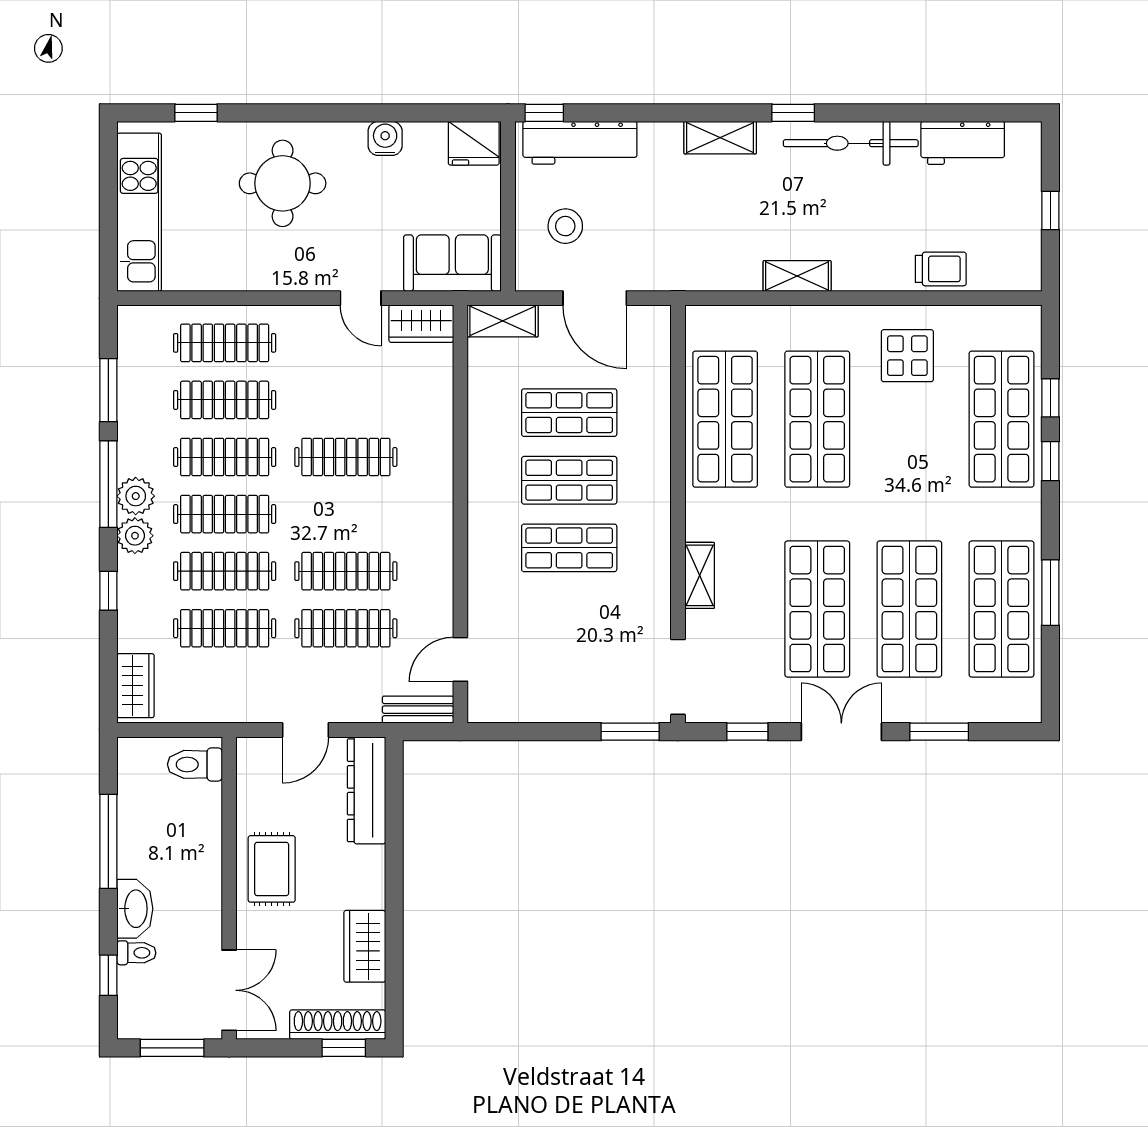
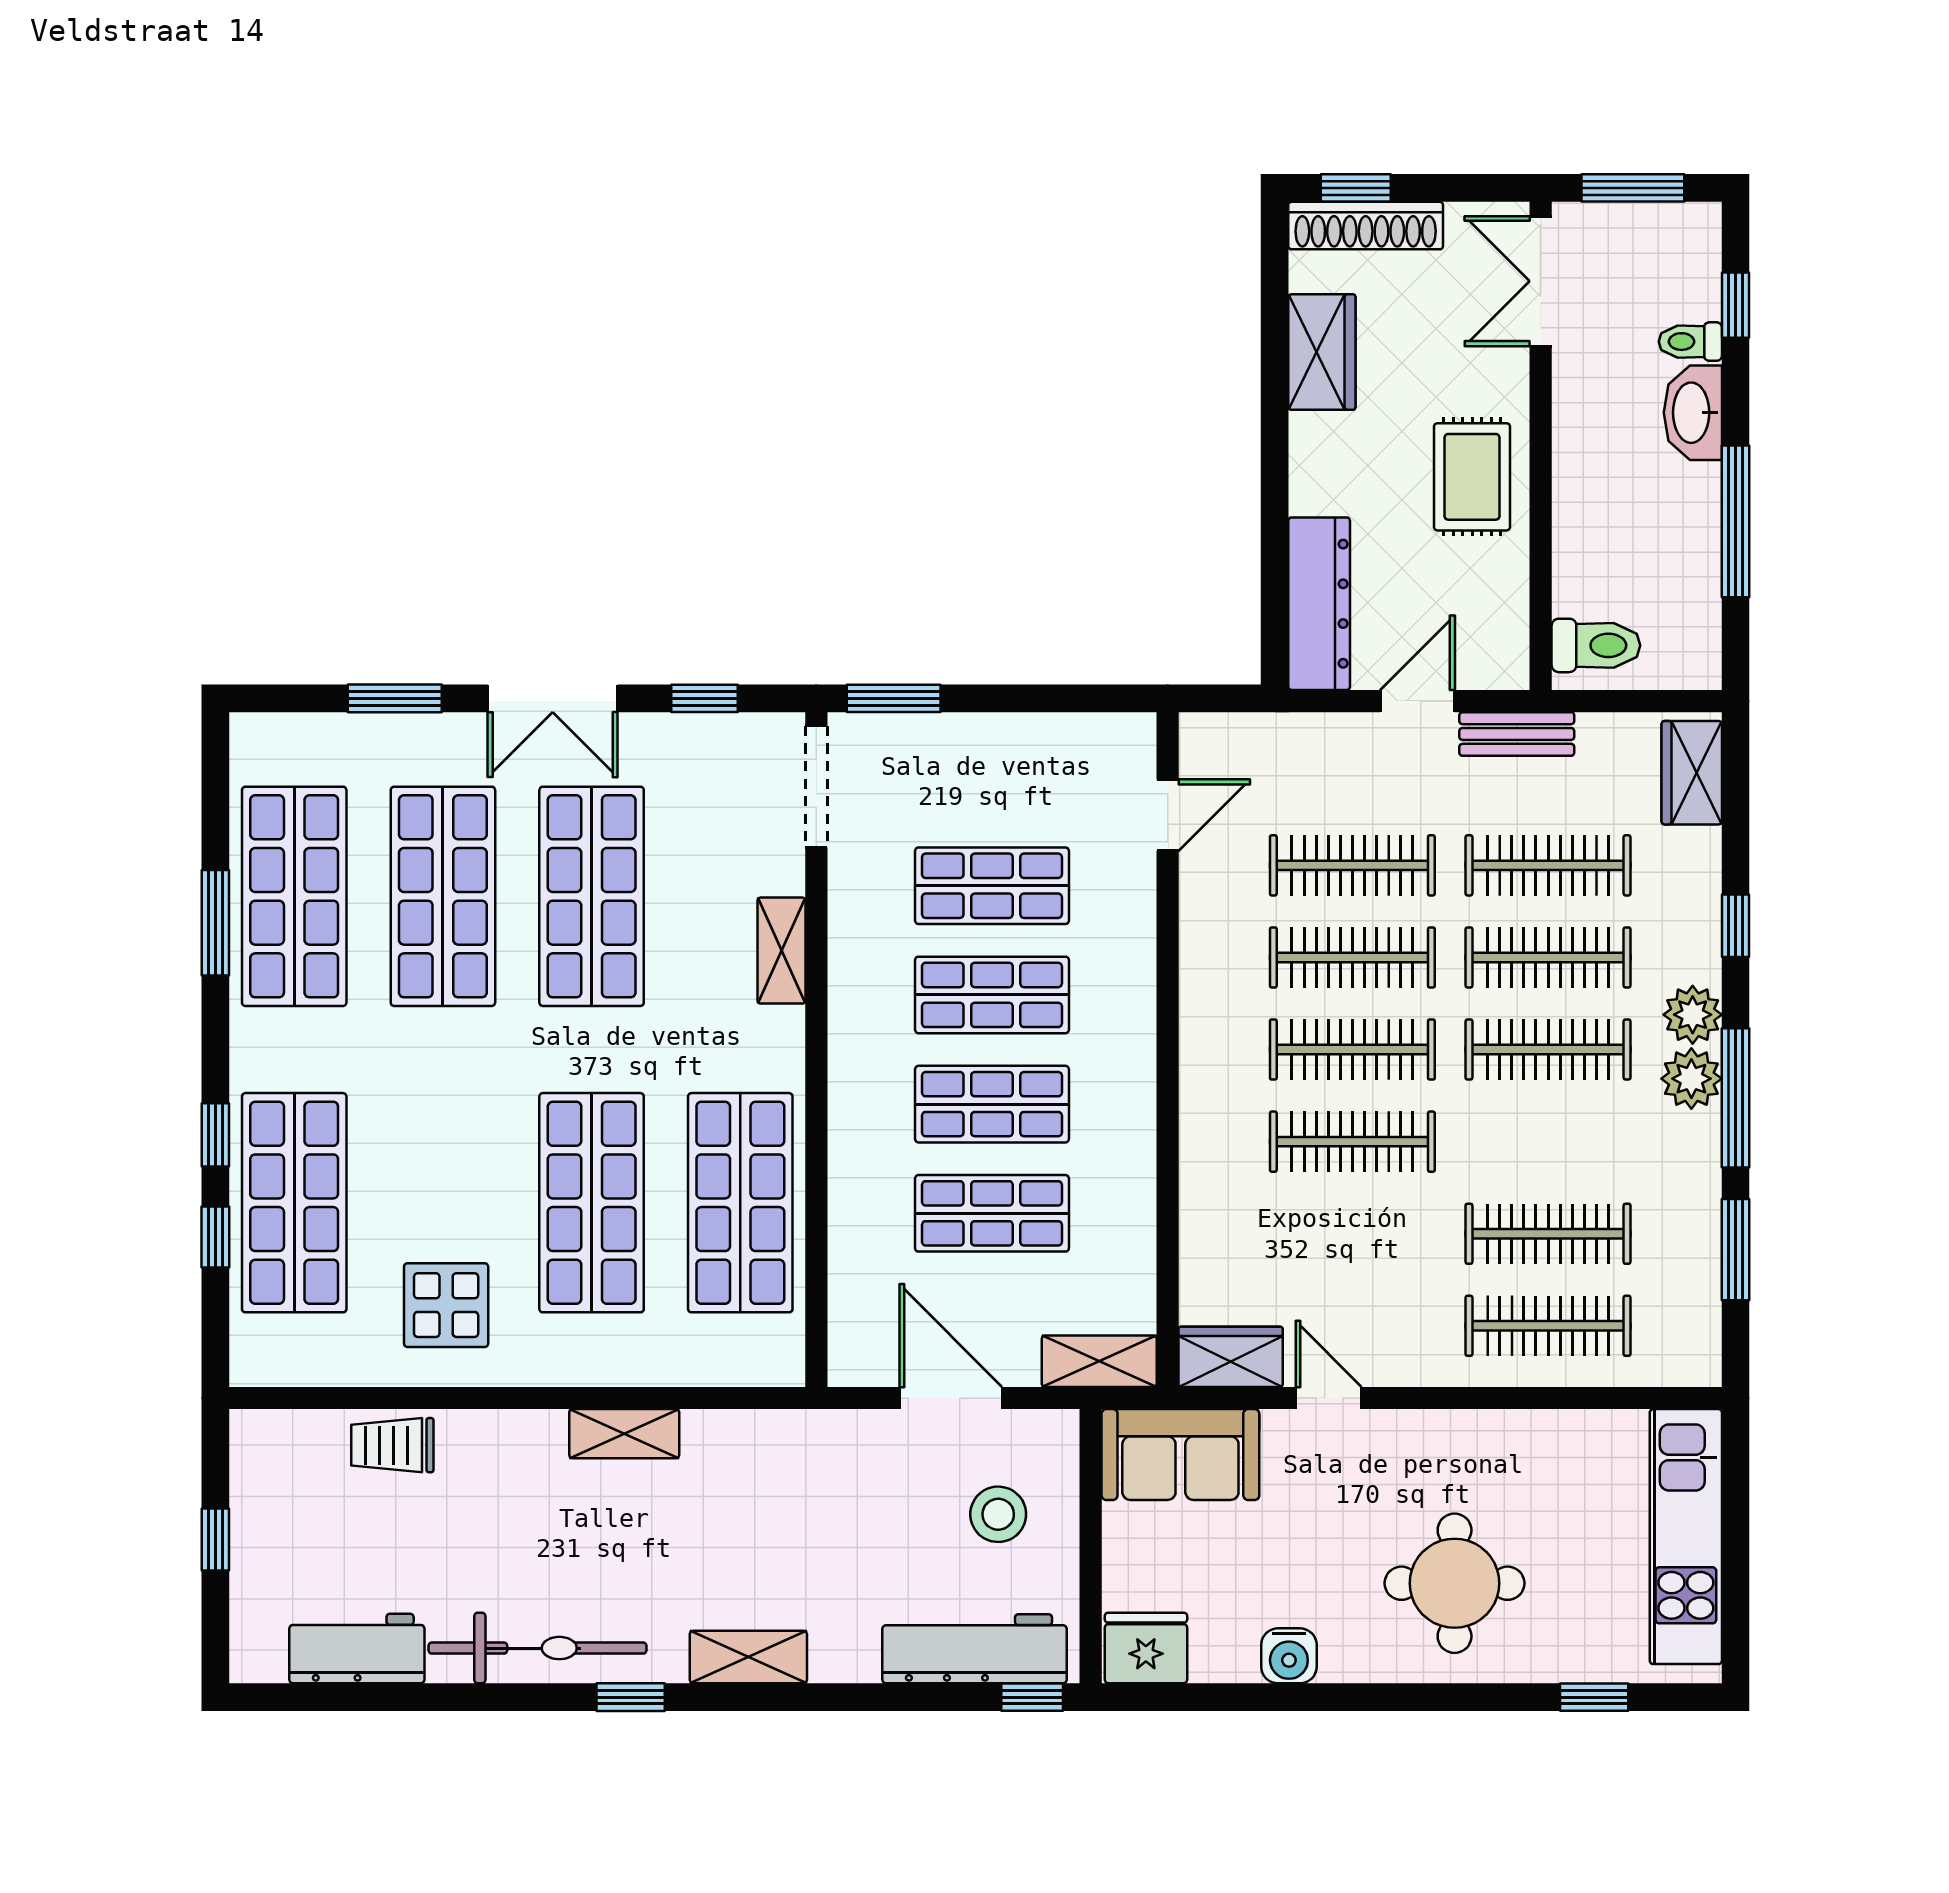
clothes rail: (225, 457) -> (1352, 1050), moved
shop shelf: (569, 616) -> (992, 886), added
bench: (418, 710) -> (1517, 734), moved

